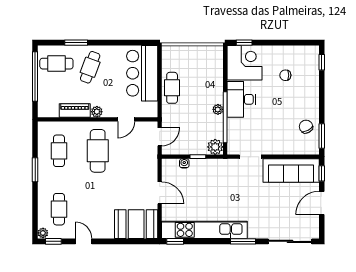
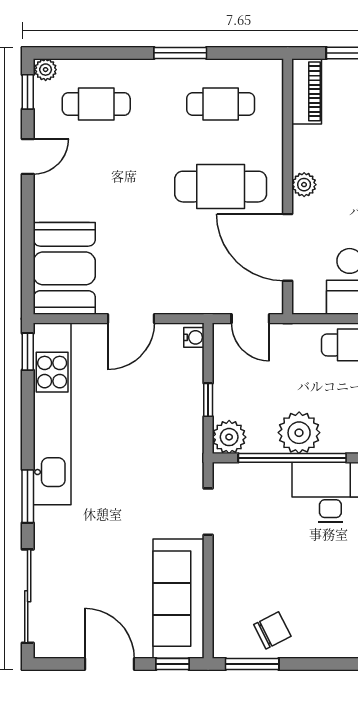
plant: (218, 109) -> (299, 433), width x1.88, depth x1.88
piano: (75, 110) -> (307, 91), moved
door: (126, 119) -> (288, 247), width x1.88
water cooler: (184, 163) -> (194, 337), moved

